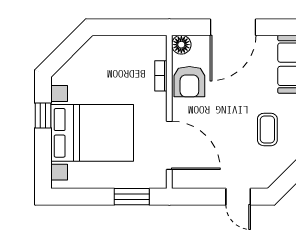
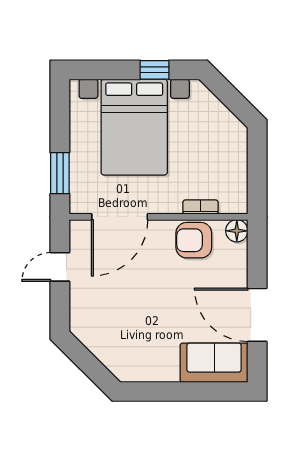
door: (233, 27) -> (257, 315), moved
coffee table: (267, 129) -> (138, 331), removed
door: (238, 197) -> (60, 267), moved

